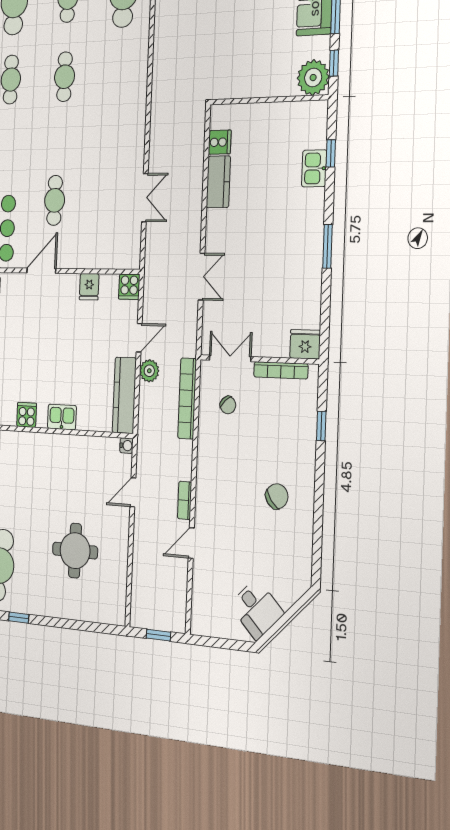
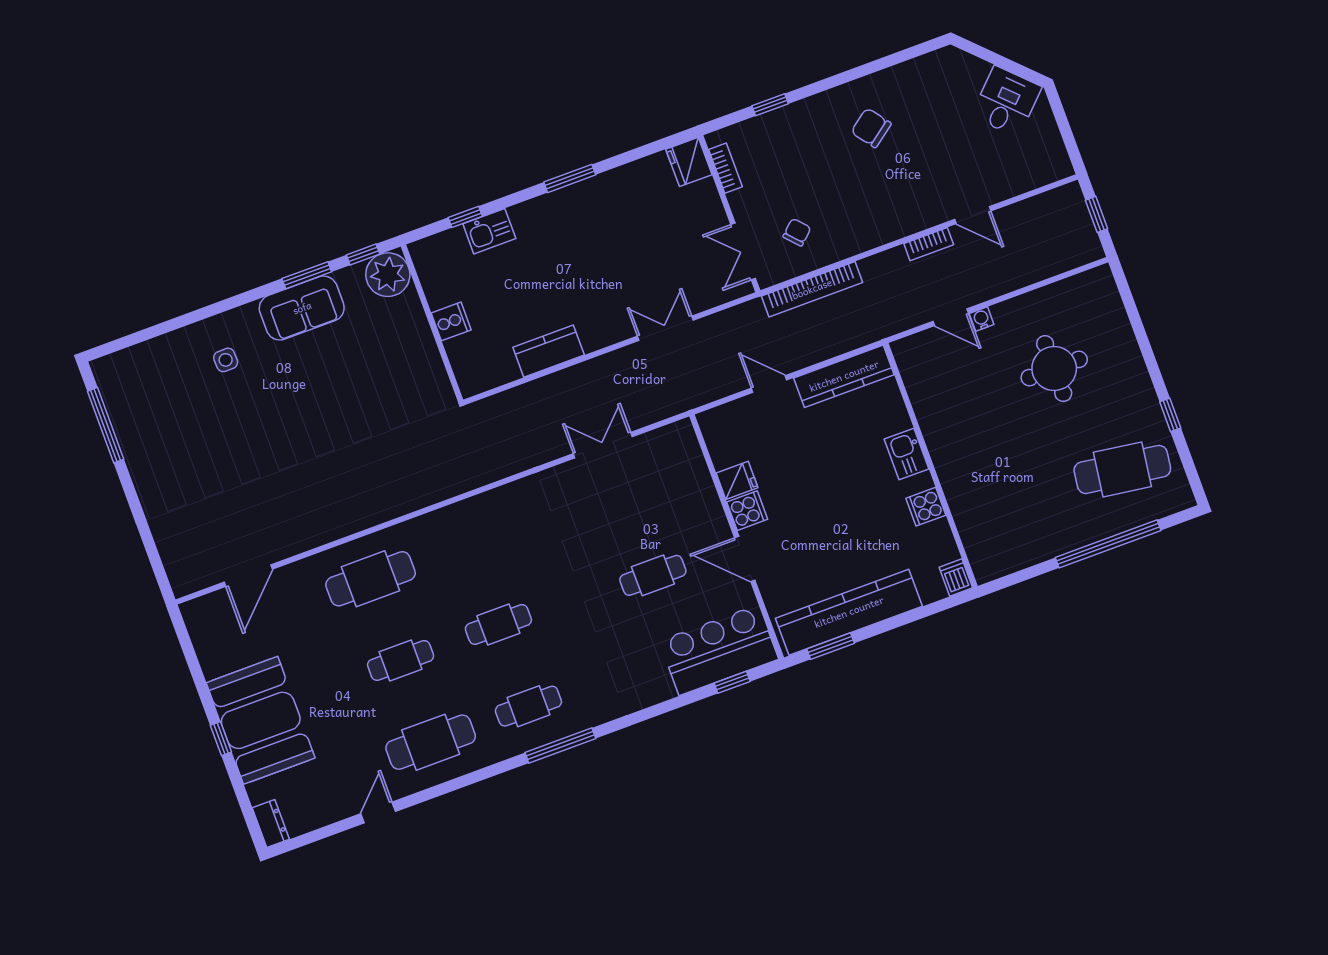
cooker: (220, 142) -> (451, 321), moved, turned 90
cooker: (129, 287) -> (747, 511), moved
bookcase: (281, 370) -> (725, 168), width x0.64
plant: (149, 371) -> (801, 354), removed
water cooler: (127, 446) -> (982, 319), moved

